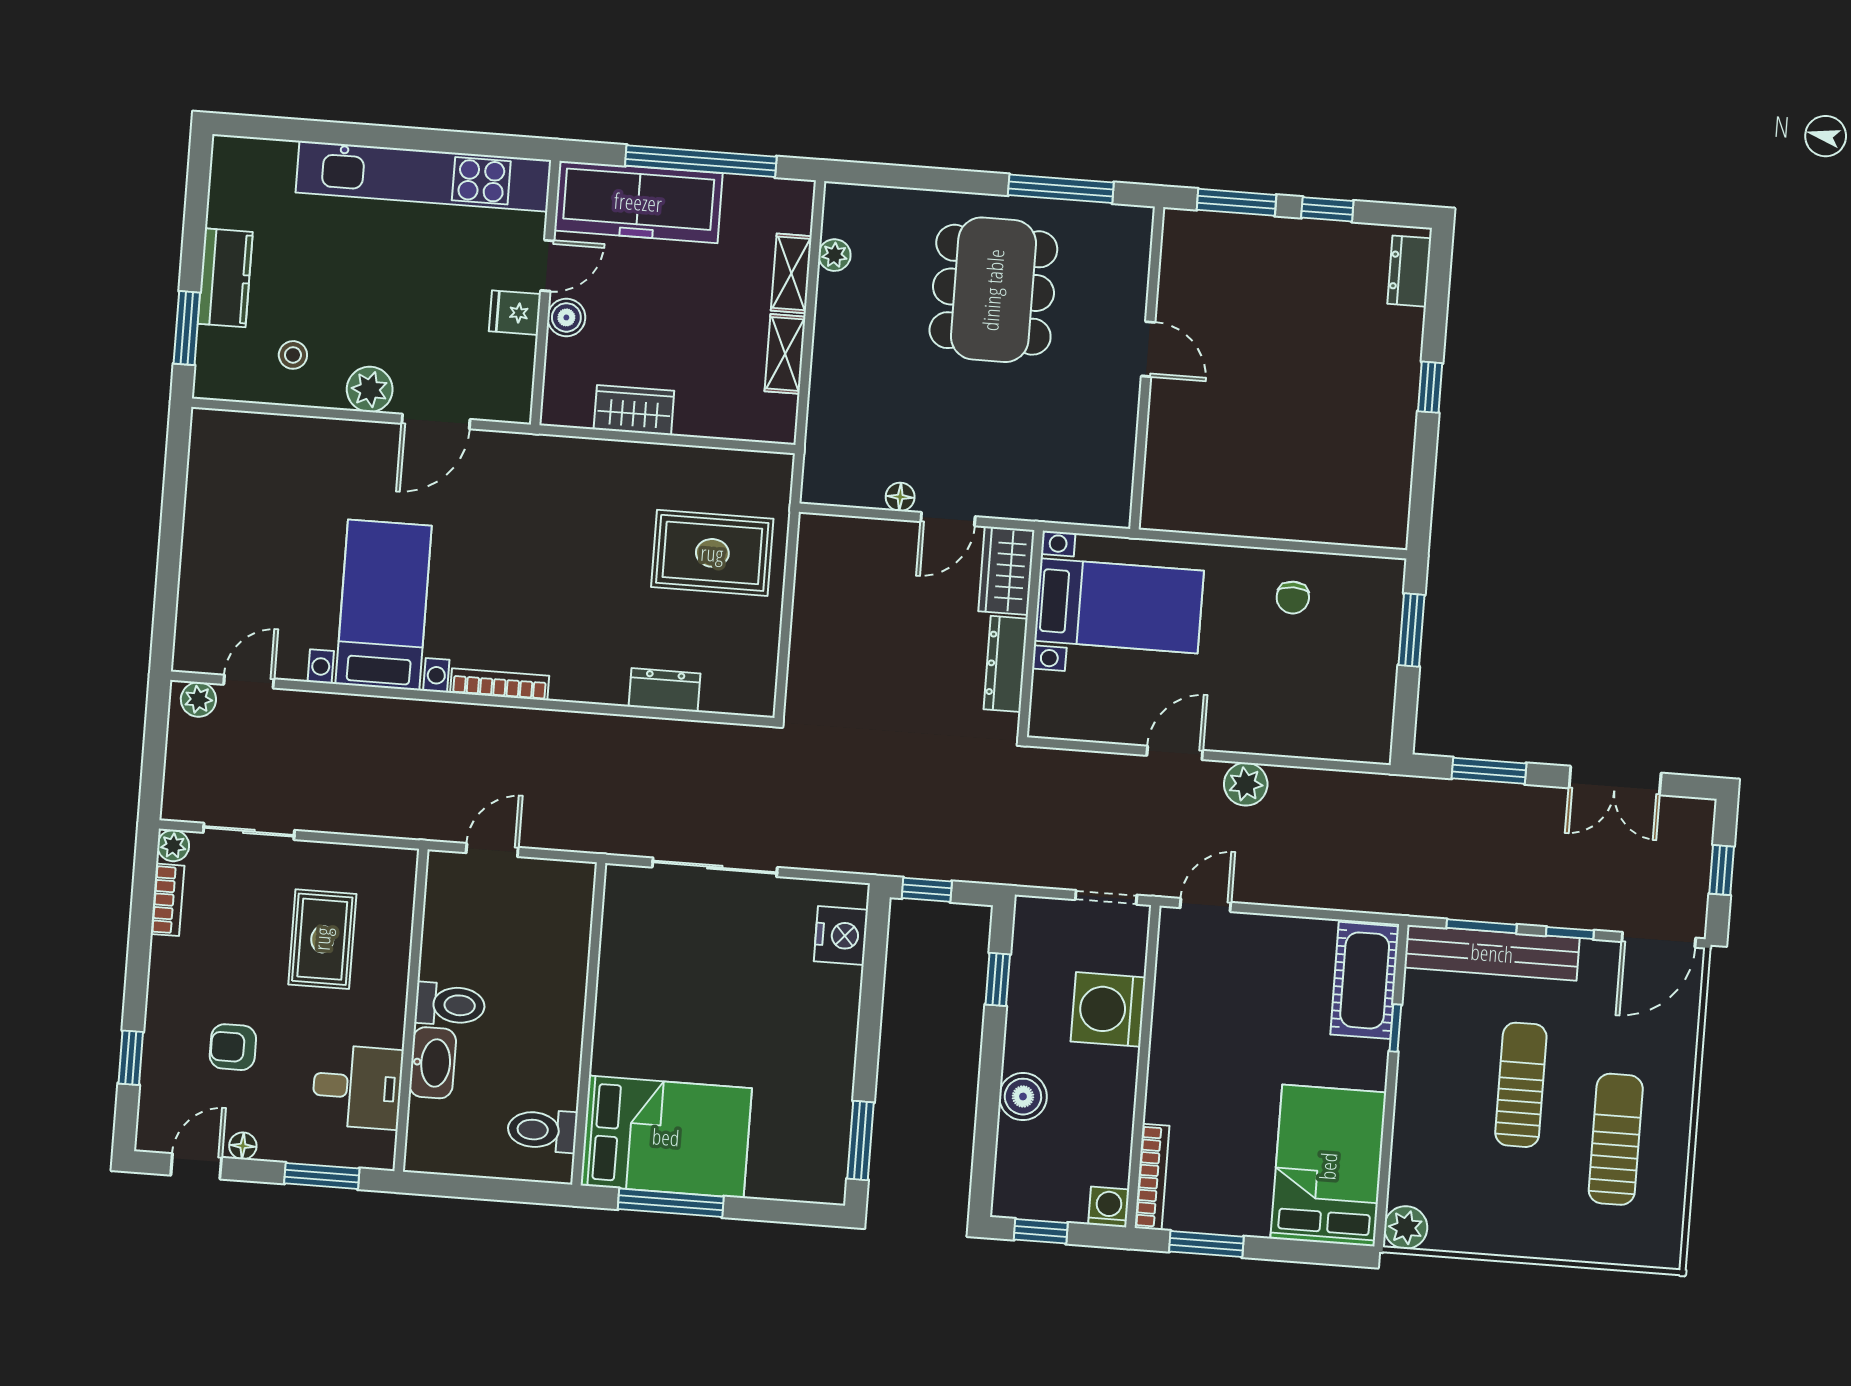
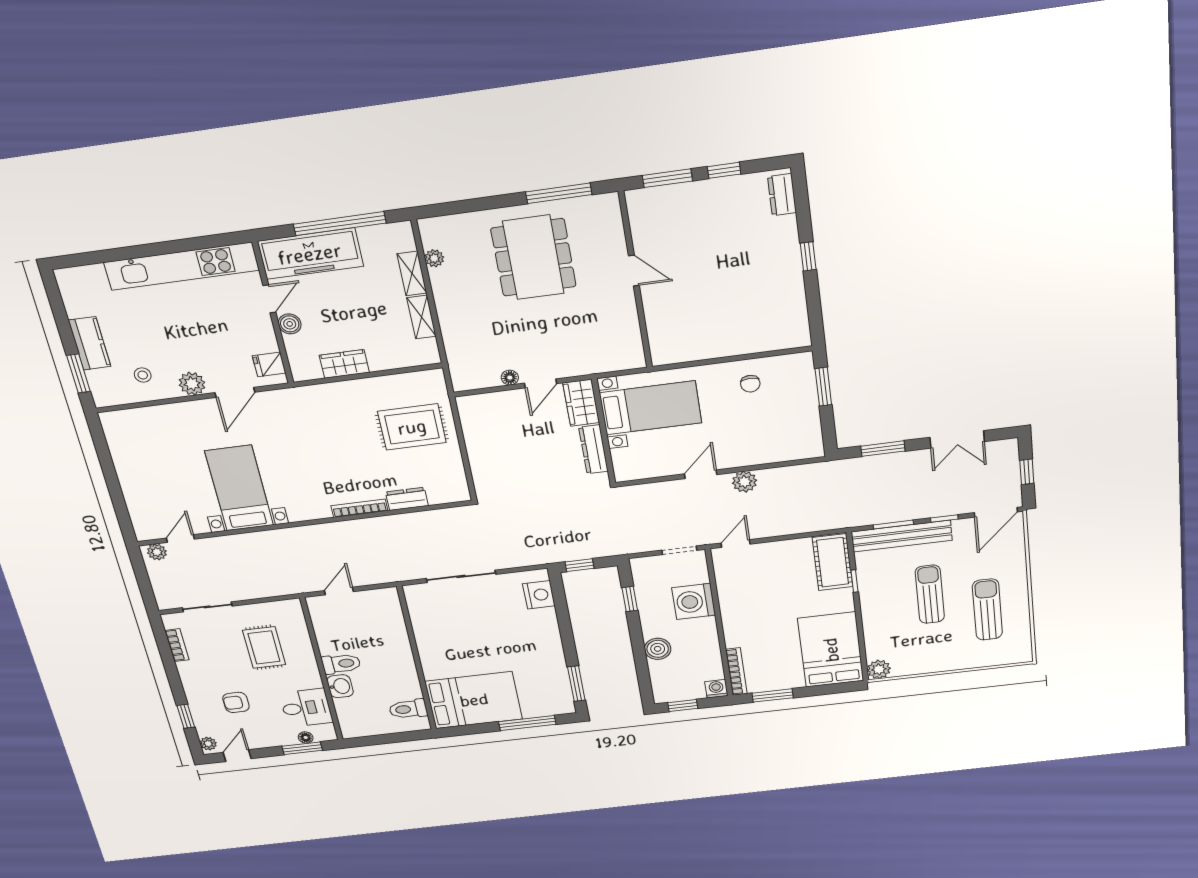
fridge: (515, 313) -> (269, 364), moved
bookcase: (500, 684) -> (359, 508), moved
plant: (173, 846) -> (208, 744), moved
washbasin: (433, 1063) -> (340, 686), width x0.72
floor lamp: (243, 1146) -> (306, 737), moved
window: (671, 1203) -> (527, 723), moved

